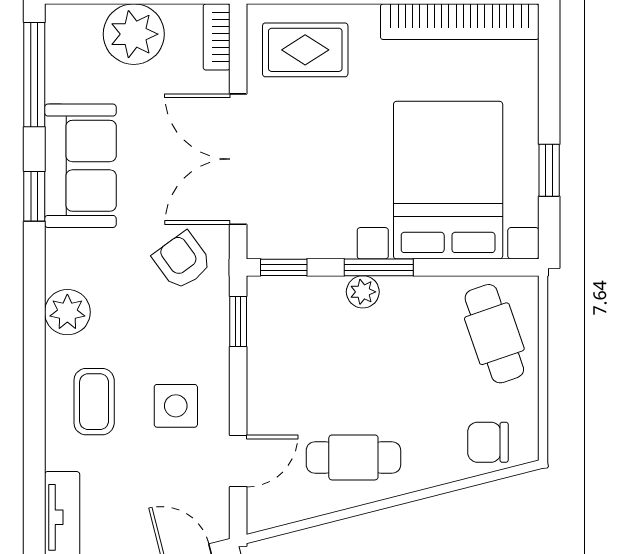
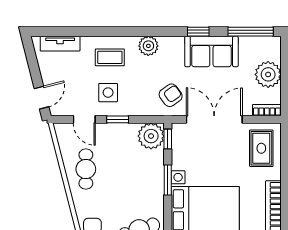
plant: (363, 292) -> (151, 136), moved, width x1.88, depth x1.88
window: (238, 322) -> (118, 119), moved

